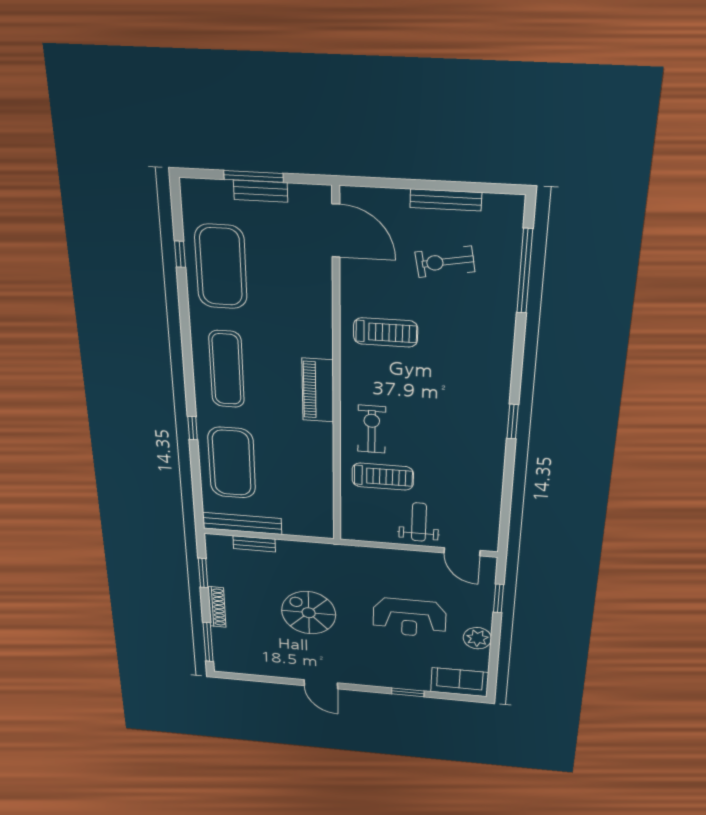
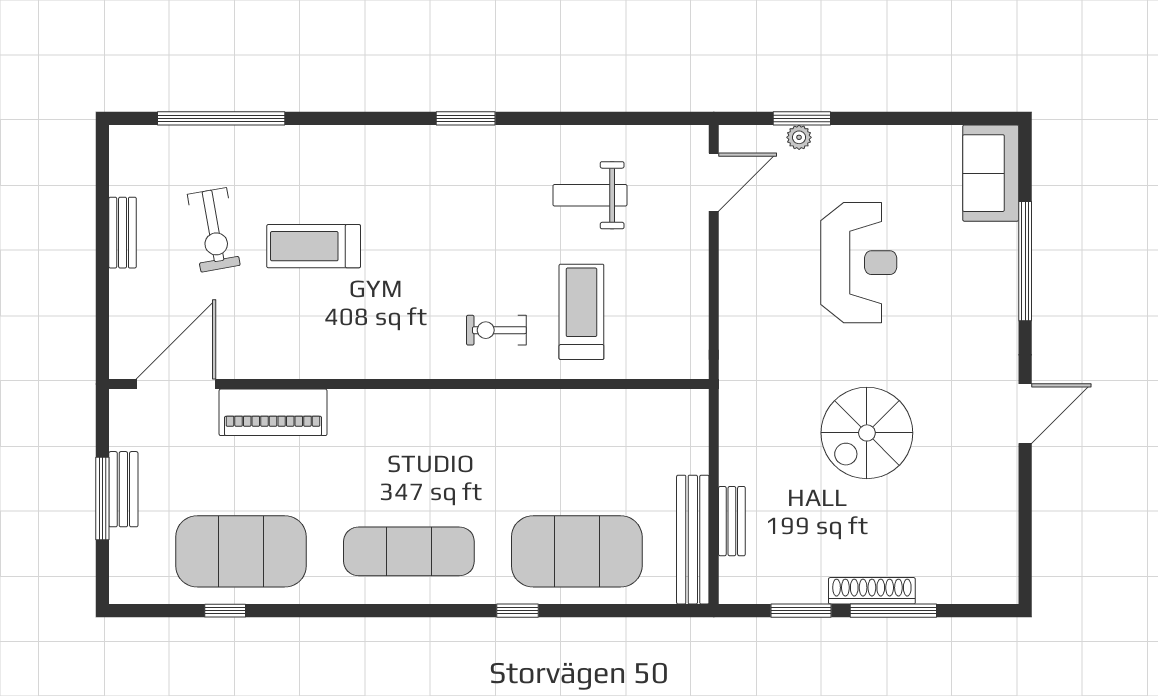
bench: (446, 200) -> (123, 233), width x0.73
treadmill: (386, 332) -> (314, 246), moved, turned -90
piano: (318, 390) -> (273, 412), moved
exercise bike: (372, 429) -> (496, 330), width x0.73, depth x0.72
weight bench: (419, 522) -> (590, 195), moved
plant: (477, 638) -> (799, 137), moved, width x0.53, depth x0.53
window: (208, 642) -> (893, 611), moved
window: (408, 692) -> (1025, 261), width x2.11

